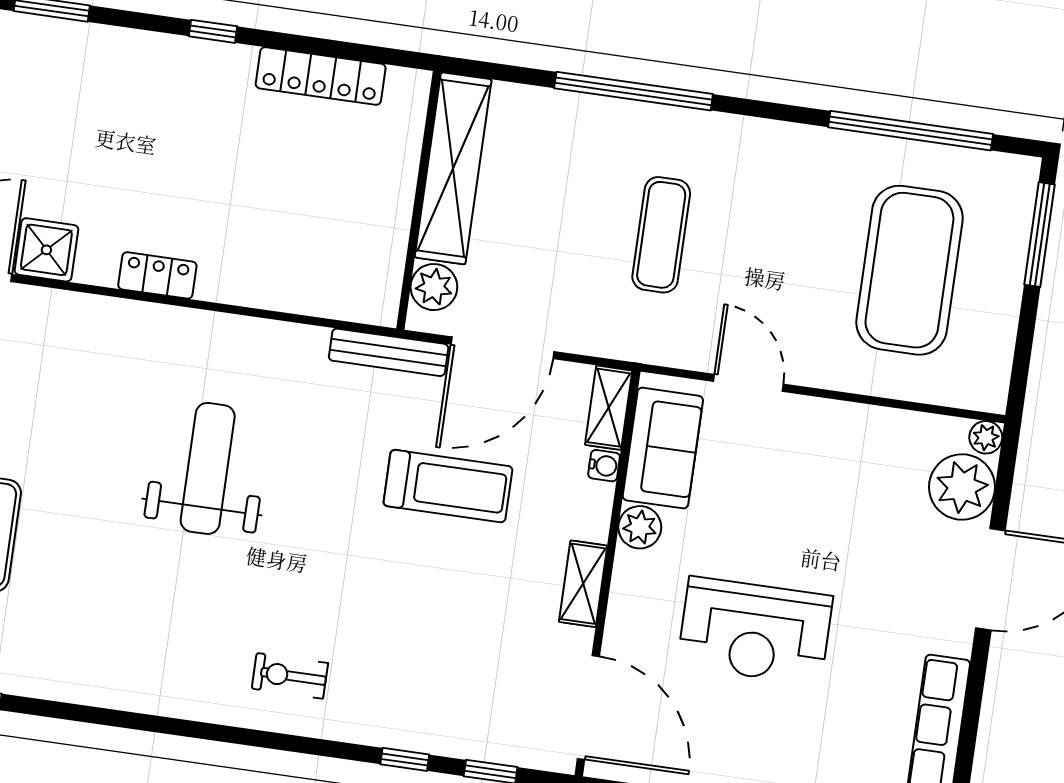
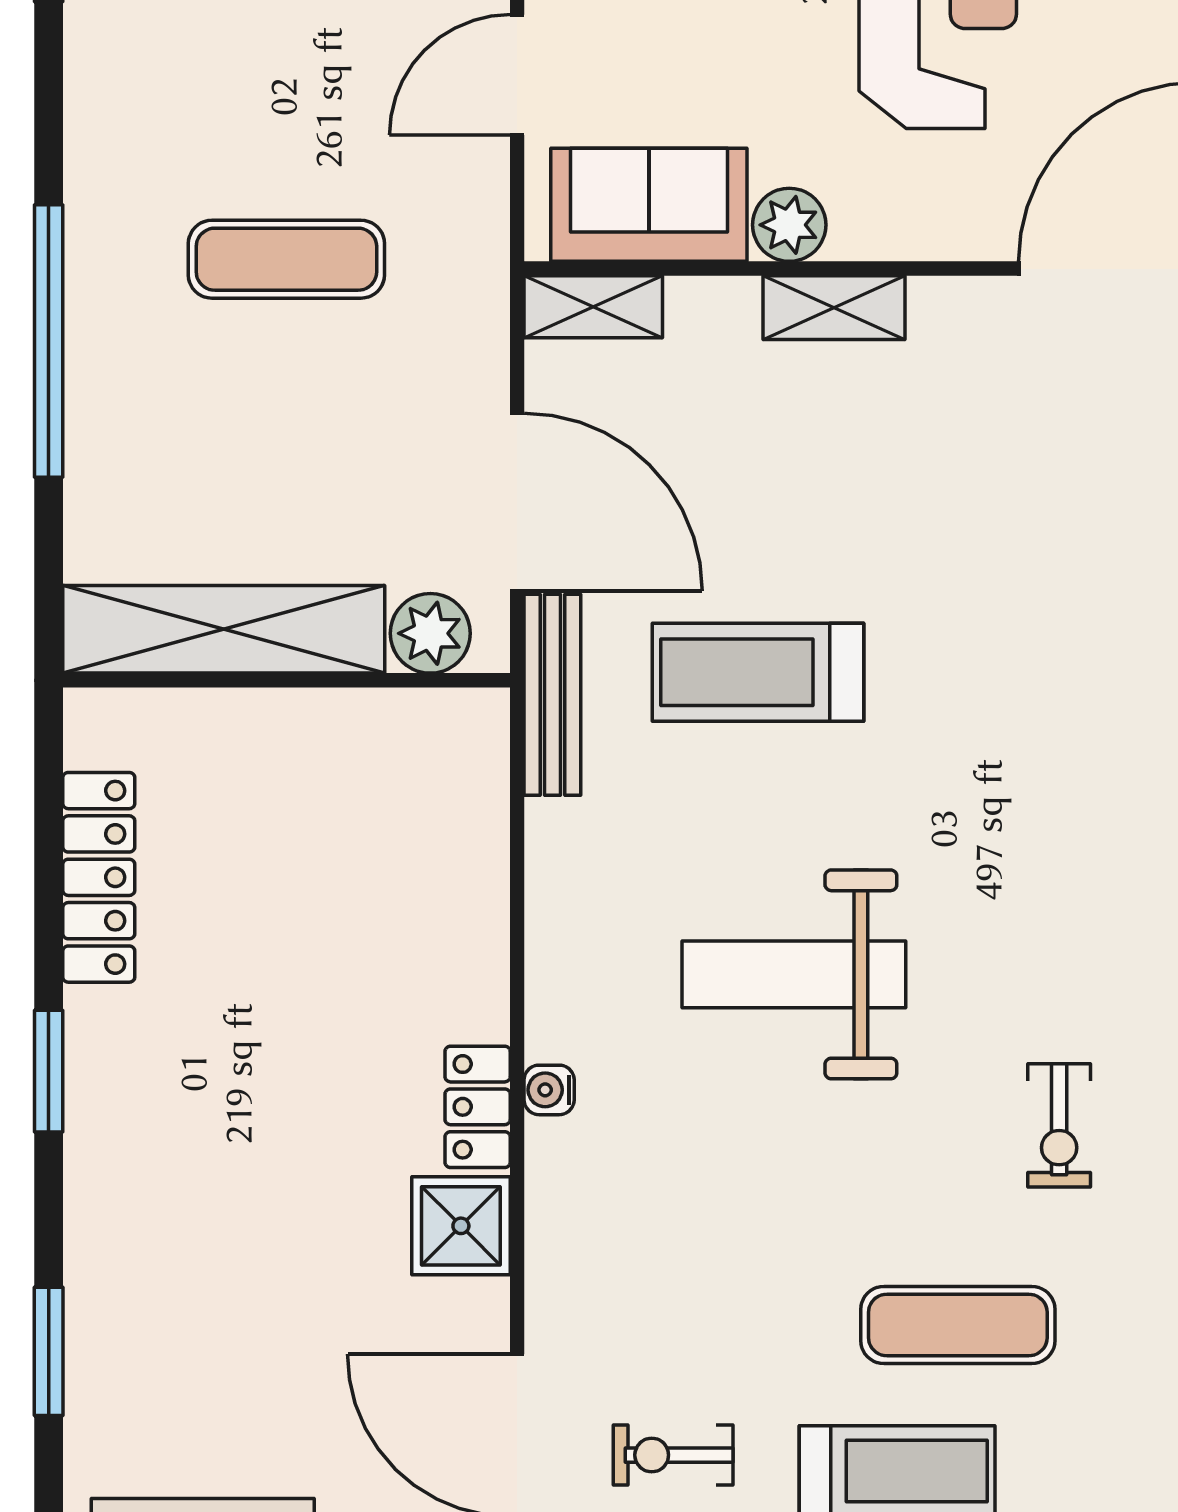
window: (213, 31) -> (49, 1071), width x1.50
shower: (46, 250) -> (461, 1226), moved
water cooler: (604, 466) -> (549, 1090), moved, turned -90
treadmill: (448, 486) -> (758, 672), moved, turned -90
shelving: (583, 584) -> (834, 308), moved
exercise bike: (290, 676) -> (1059, 1125), moved

